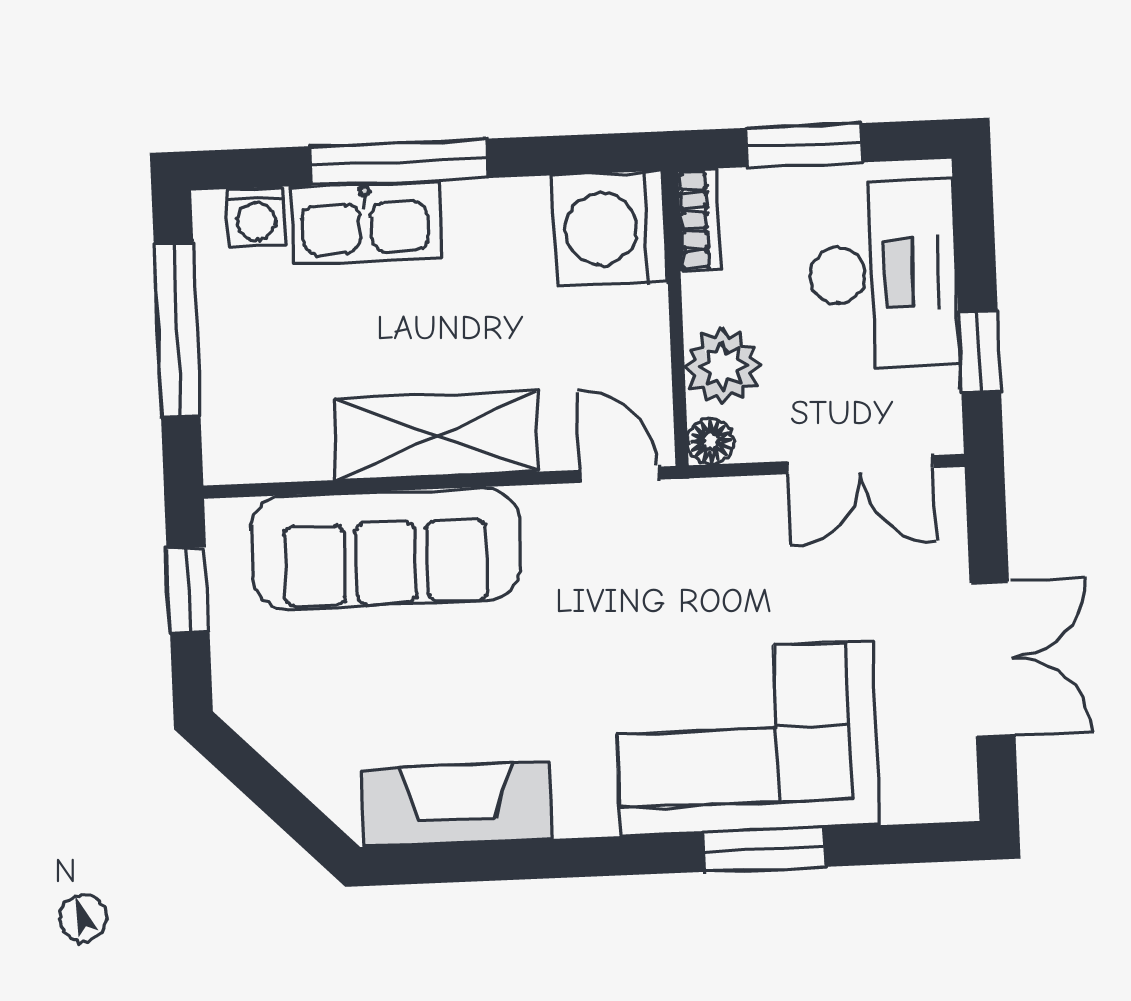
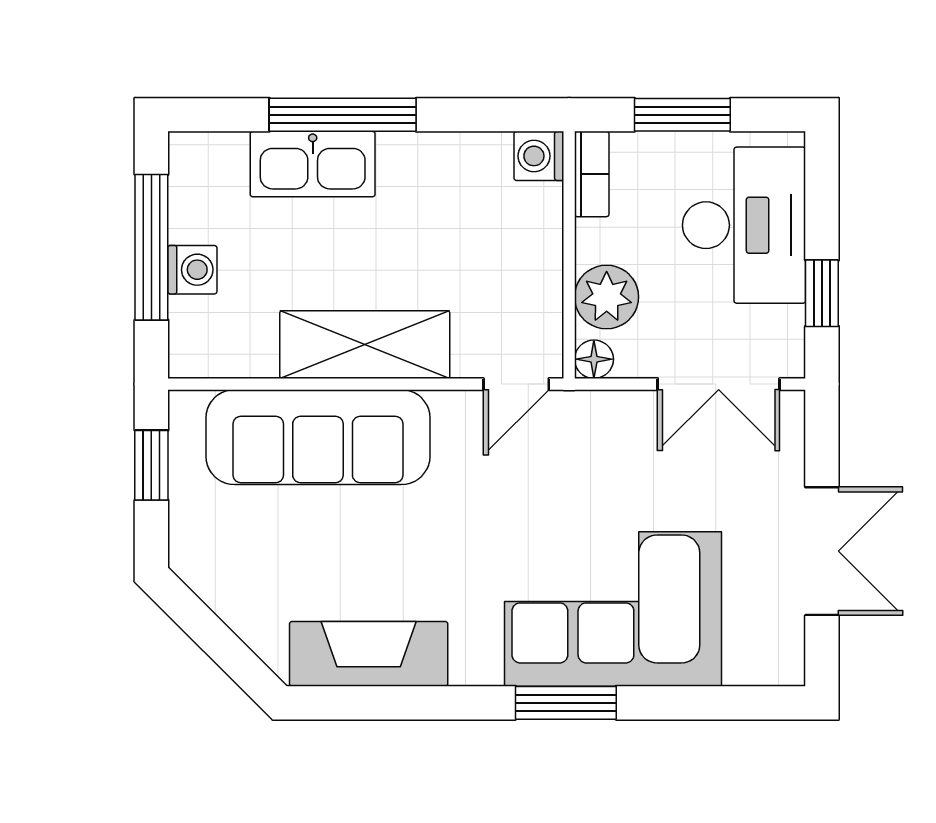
washing machine: (256, 217) -> (192, 270), moved, turned -90
washing machine: (610, 229) -> (539, 156), width x0.53, depth x0.53
door: (619, 475) -> (516, 384), swing flipped
window: (764, 850) -> (566, 703), moved

